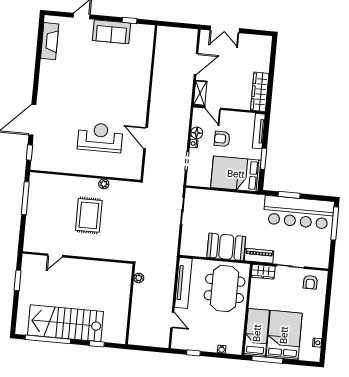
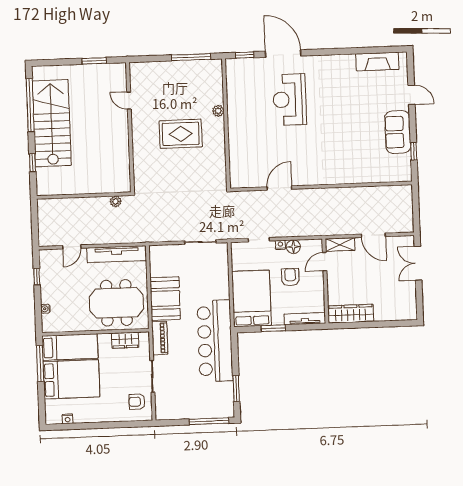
reception desk: (100, 137) -> (290, 100), moved, turned 180
plant: (104, 184) -> (218, 111), moved
window: (289, 195) -> (236, 388), moved
bar counter: (299, 212) -> (215, 341), moved
wardrobe: (263, 272) -> (125, 340), moved, turned -90

